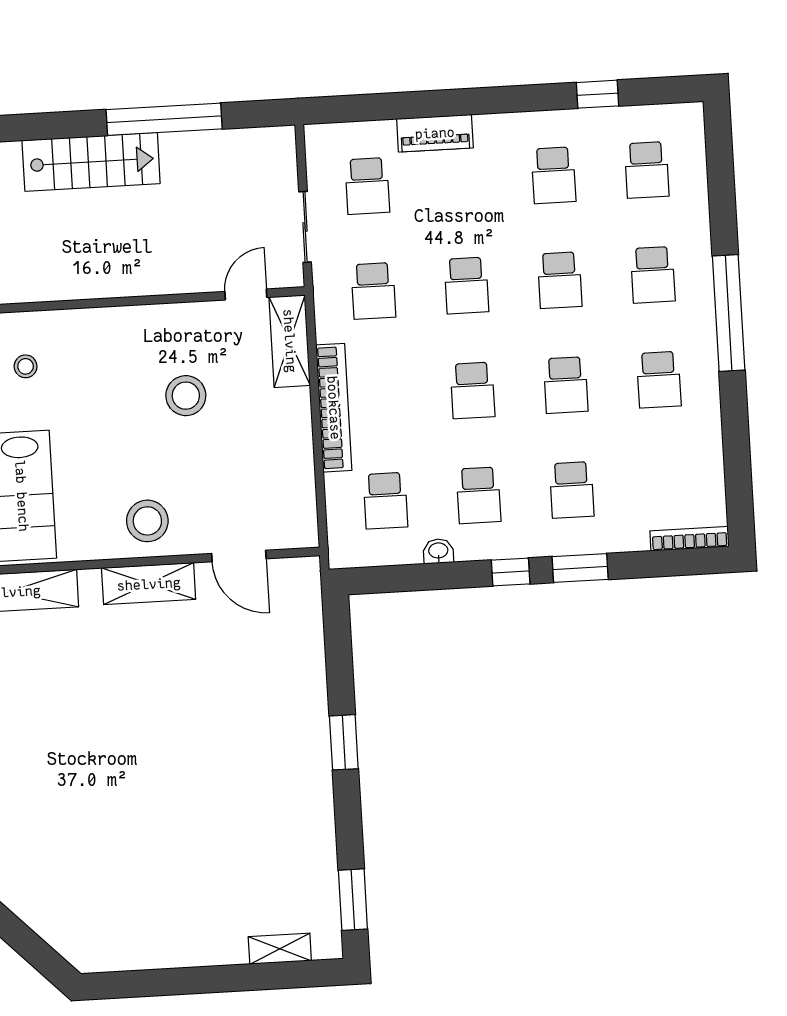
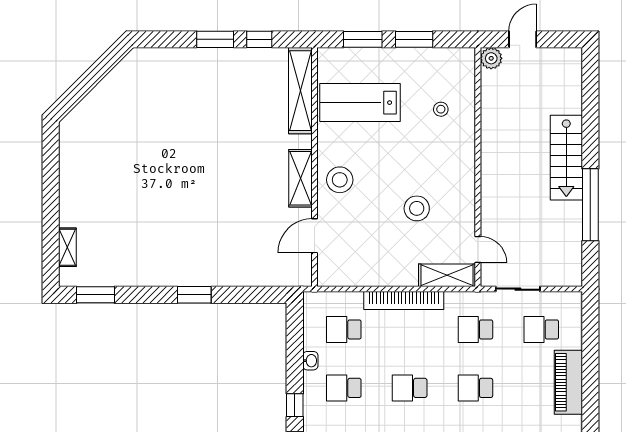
piano: (435, 133) -> (568, 382), width x1.37, depth x1.33

